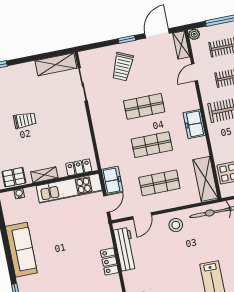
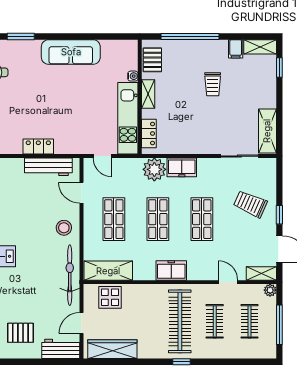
plant: (109, 156) -> (154, 169), added
freezer: (112, 180) -> (182, 167), moved
water cooler: (19, 194) -> (133, 76), moved

